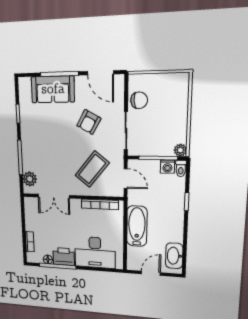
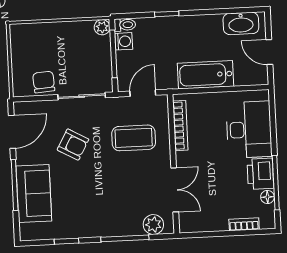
coffee table: (92, 169) -> (134, 138), turned -39

